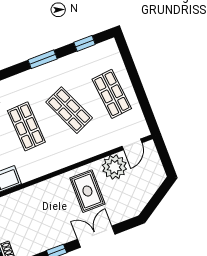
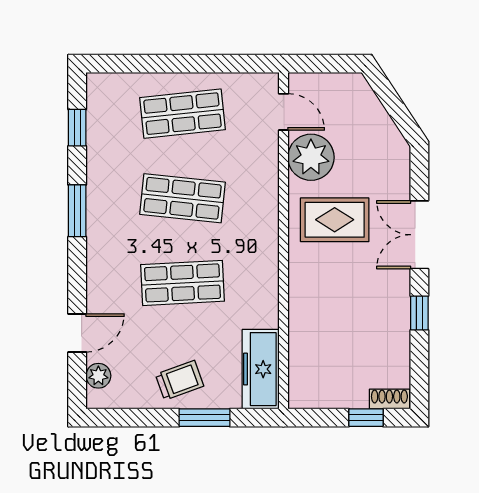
shop shelf: (69, 110) -> (183, 198), turned 30

